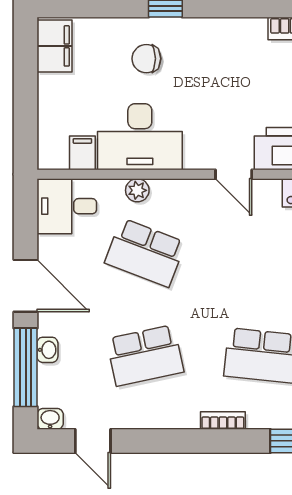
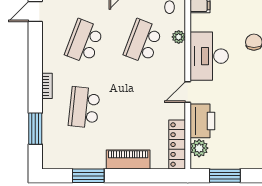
desk: (140, 137) -> (209, 56), moved
school desk: (145, 355) -> (84, 41), turned 33

